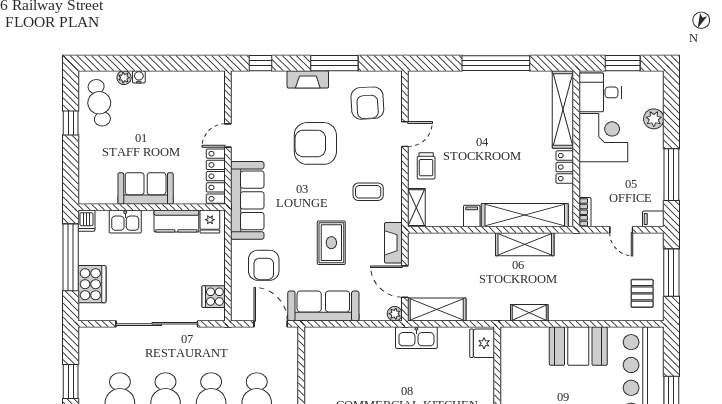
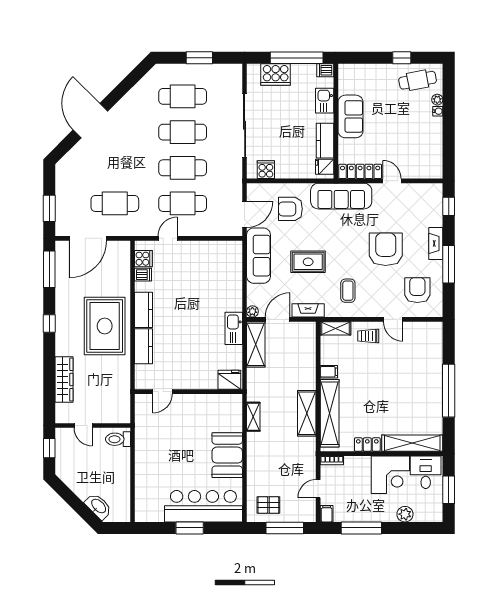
armchair: (367, 103) -> (417, 290), turned 93

